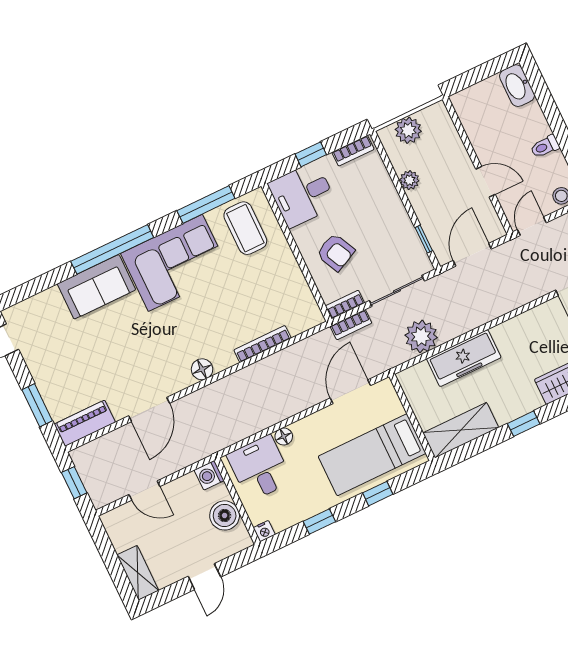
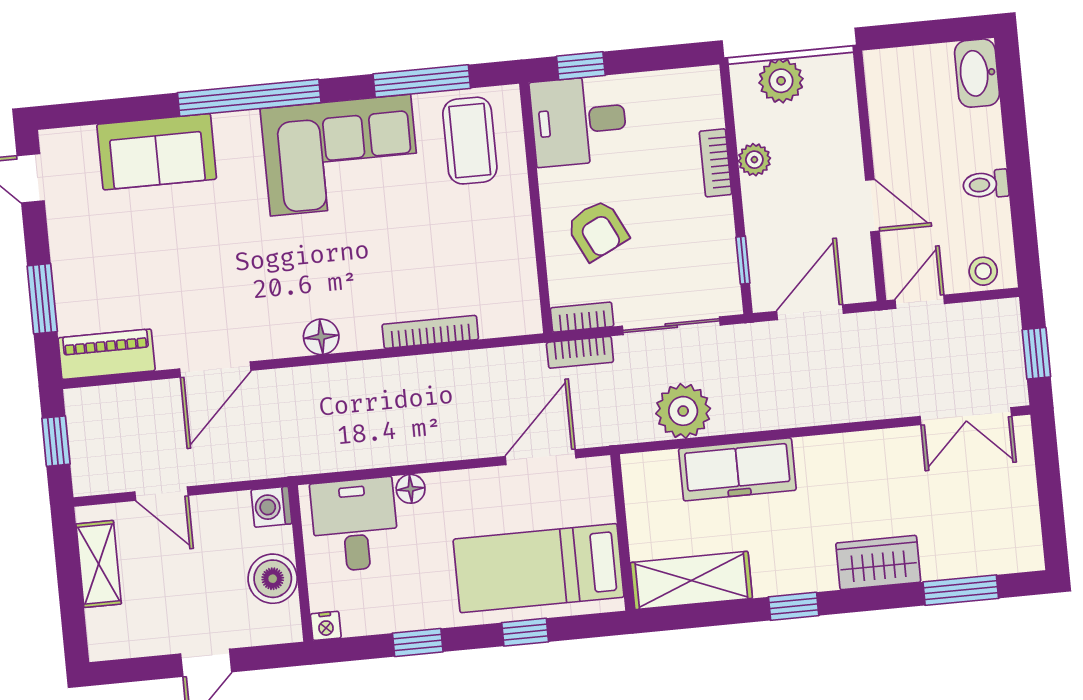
bookcase: (353, 151) -> (716, 163), moved, turned 90
window: (311, 154) -> (581, 66), moved
sofa: (96, 287) -> (157, 152), moved
shelving: (138, 573) -> (99, 564), moved

